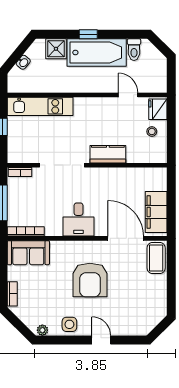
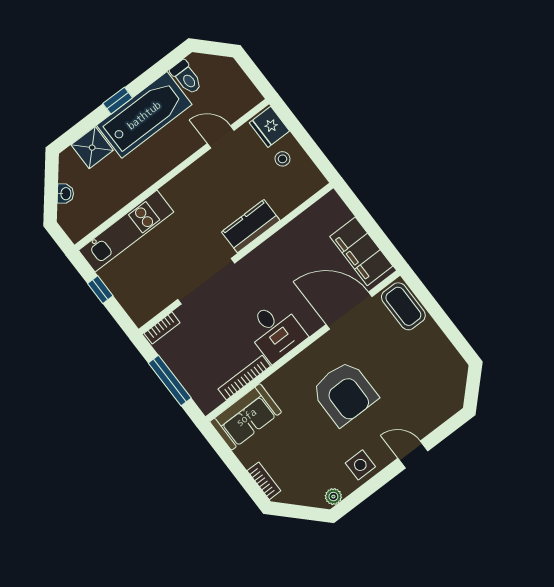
bookcase: (26, 231) -> (244, 378), moved

